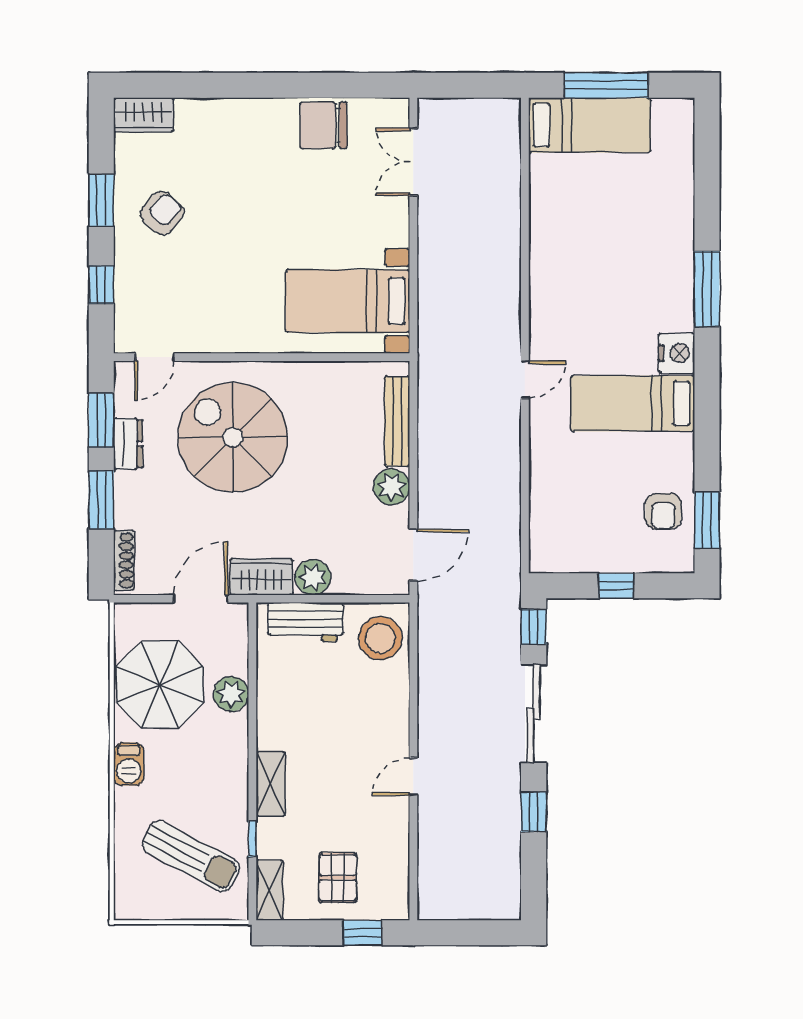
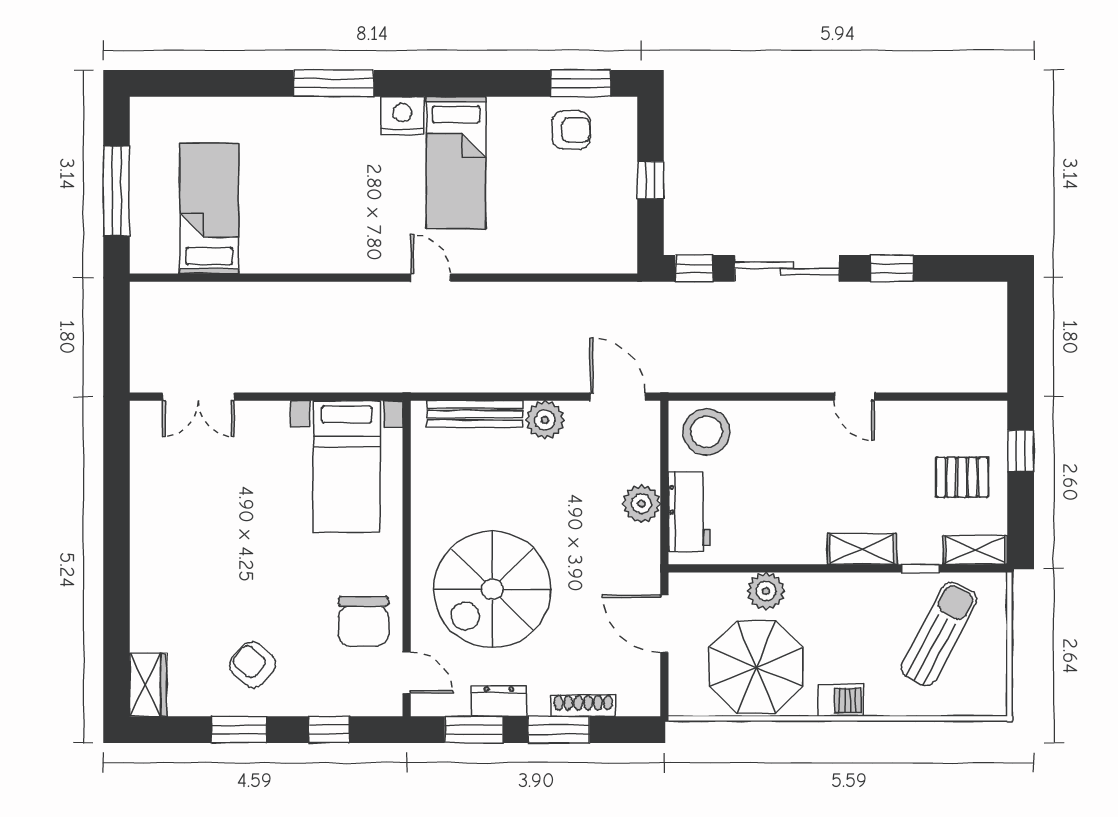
chair: (324, 125) -> (363, 621), moved
bed: (590, 125) -> (209, 208), moved
shoe rack: (124, 560) -> (583, 706), moved
wardrobe: (261, 577) -> (641, 559), removed

